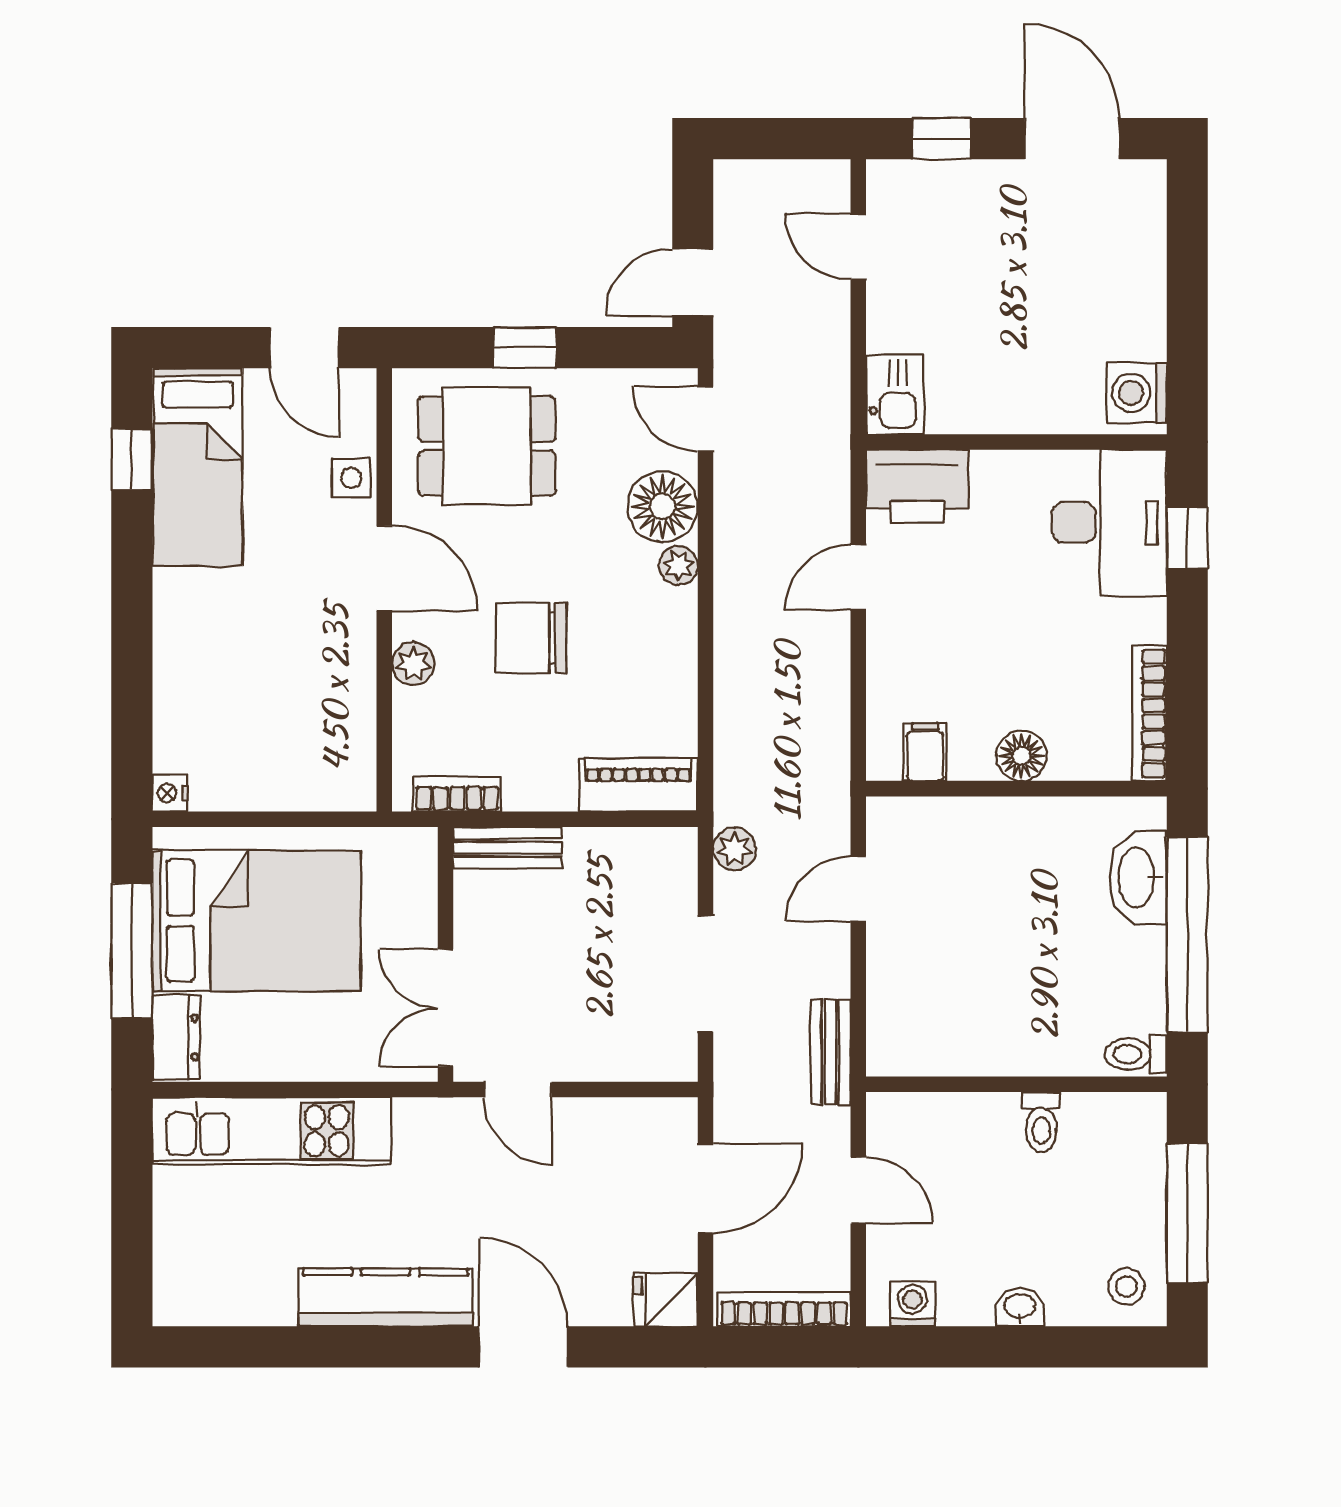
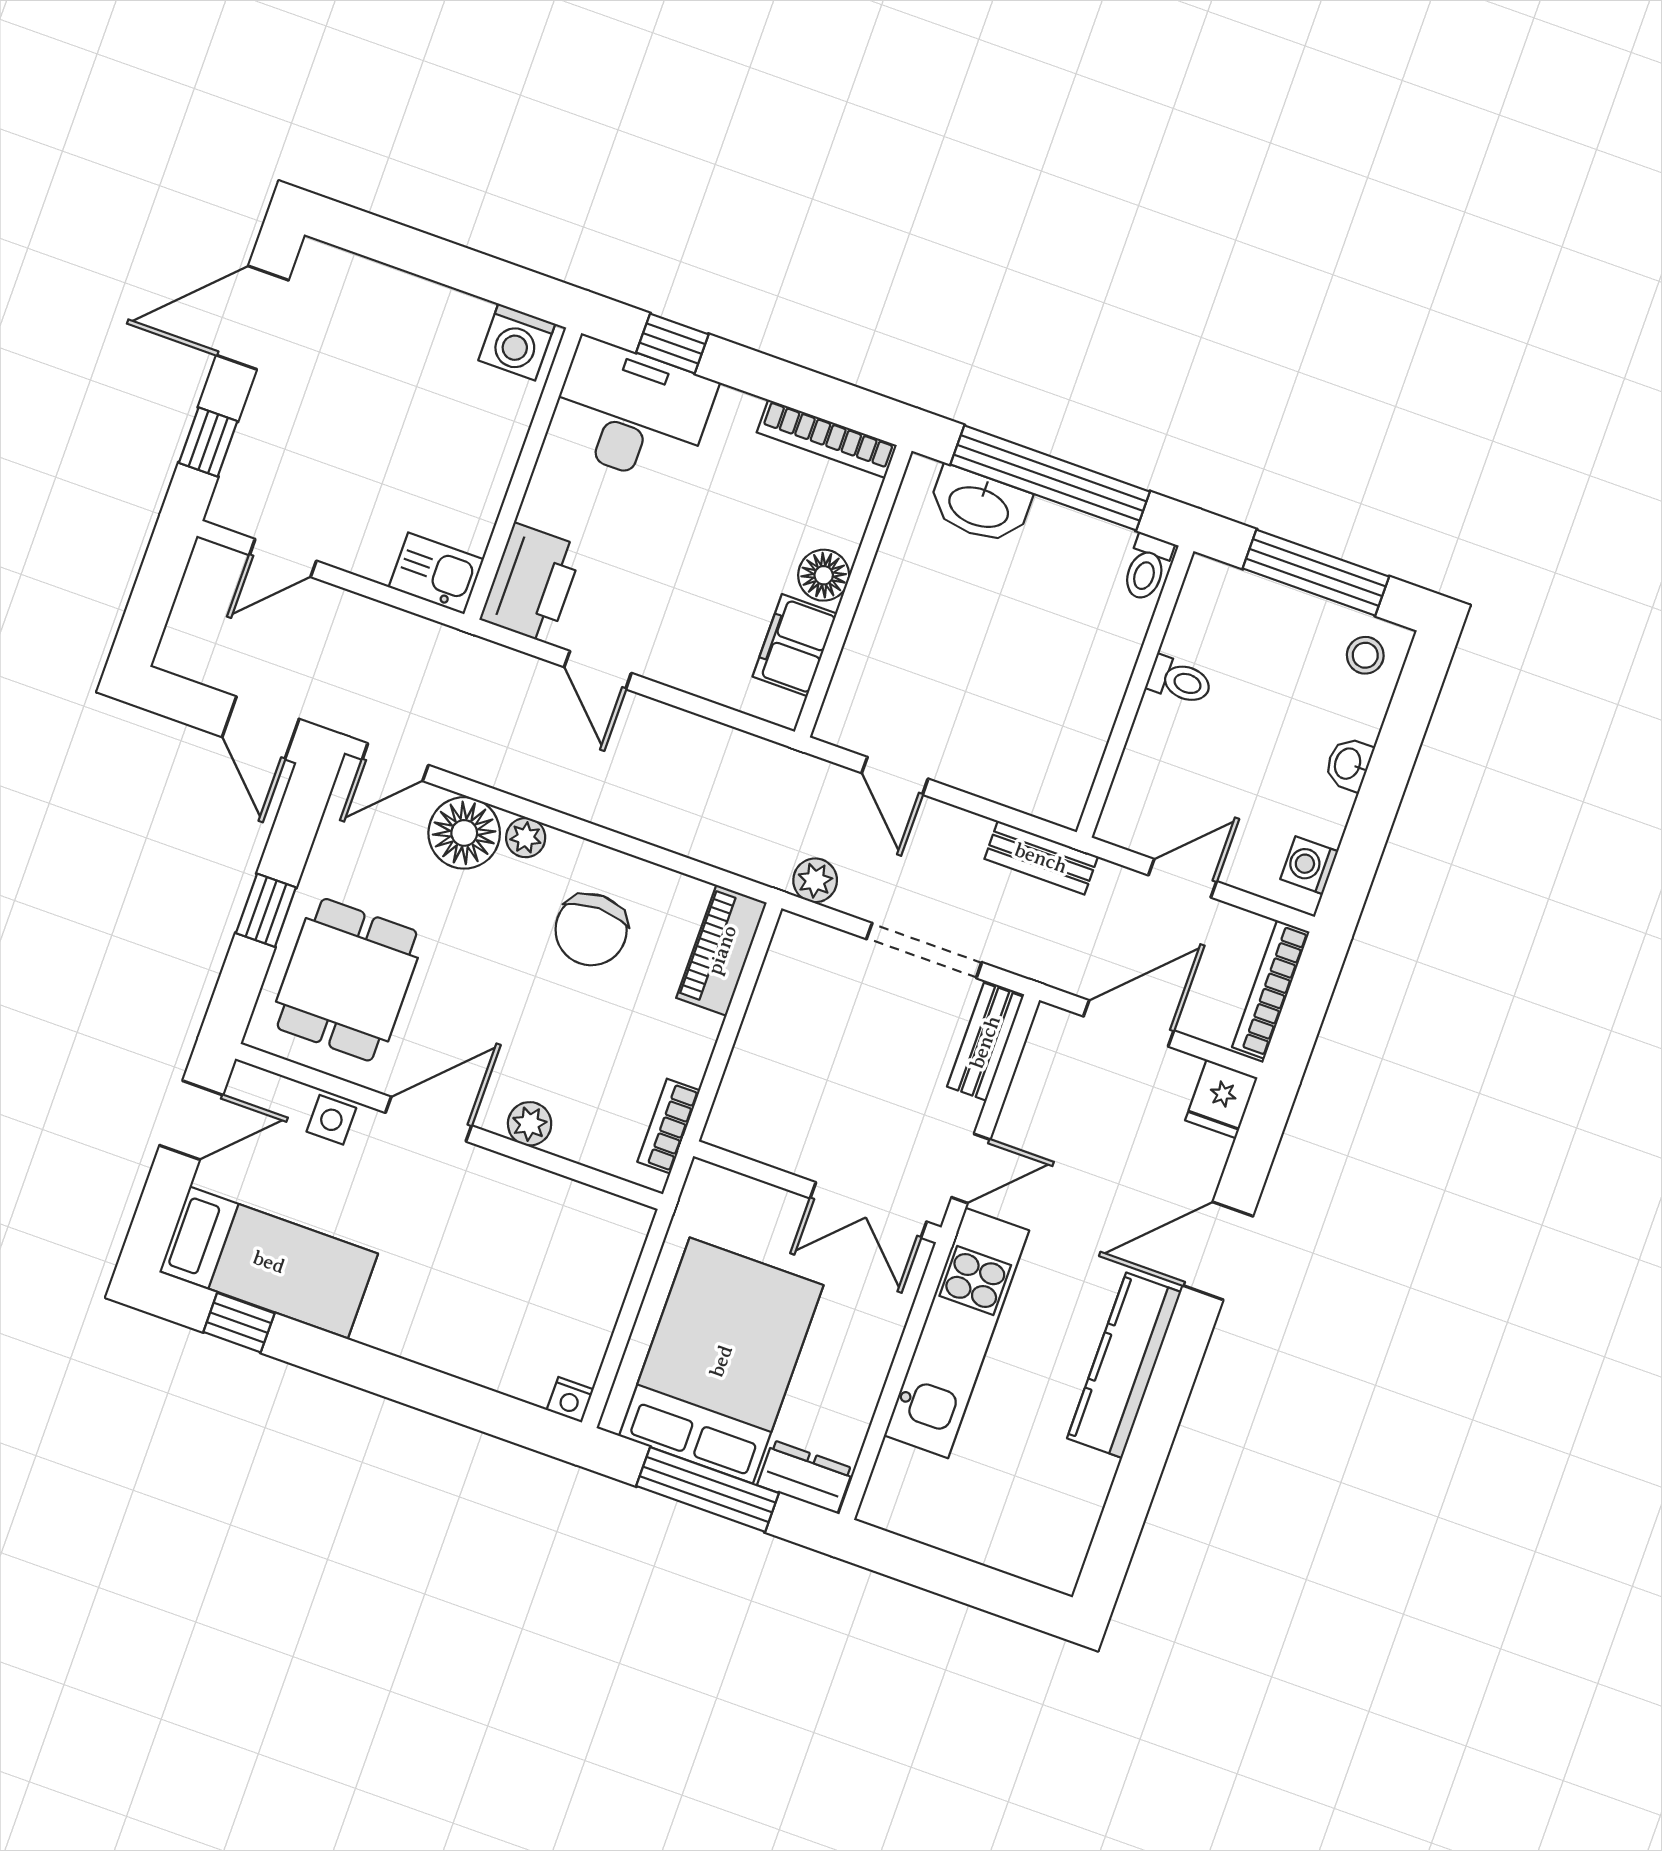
chair: (531, 638) -> (591, 930), moved
filing cabinet: (925, 752) -> (795, 645), width x2.00
bench: (508, 848) -> (985, 1042), moved
kitchen unit: (272, 1131) -> (957, 1333), moved
door: (705, 1188) -> (1129, 1023), hinge flipped

